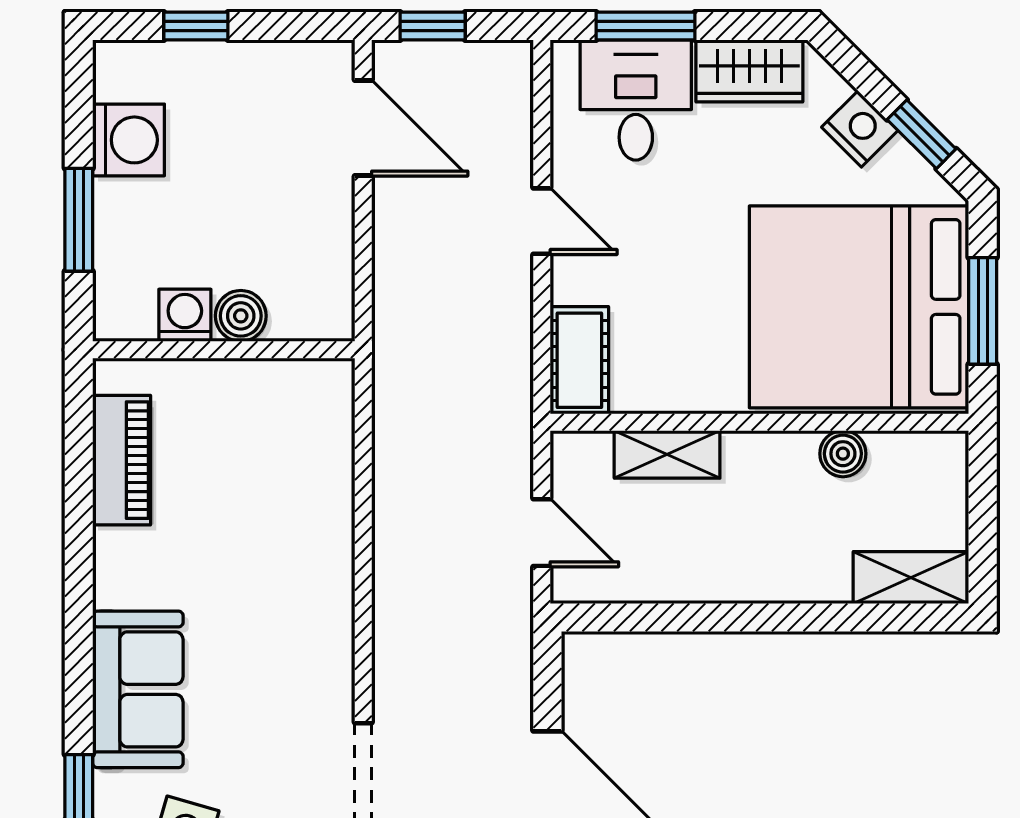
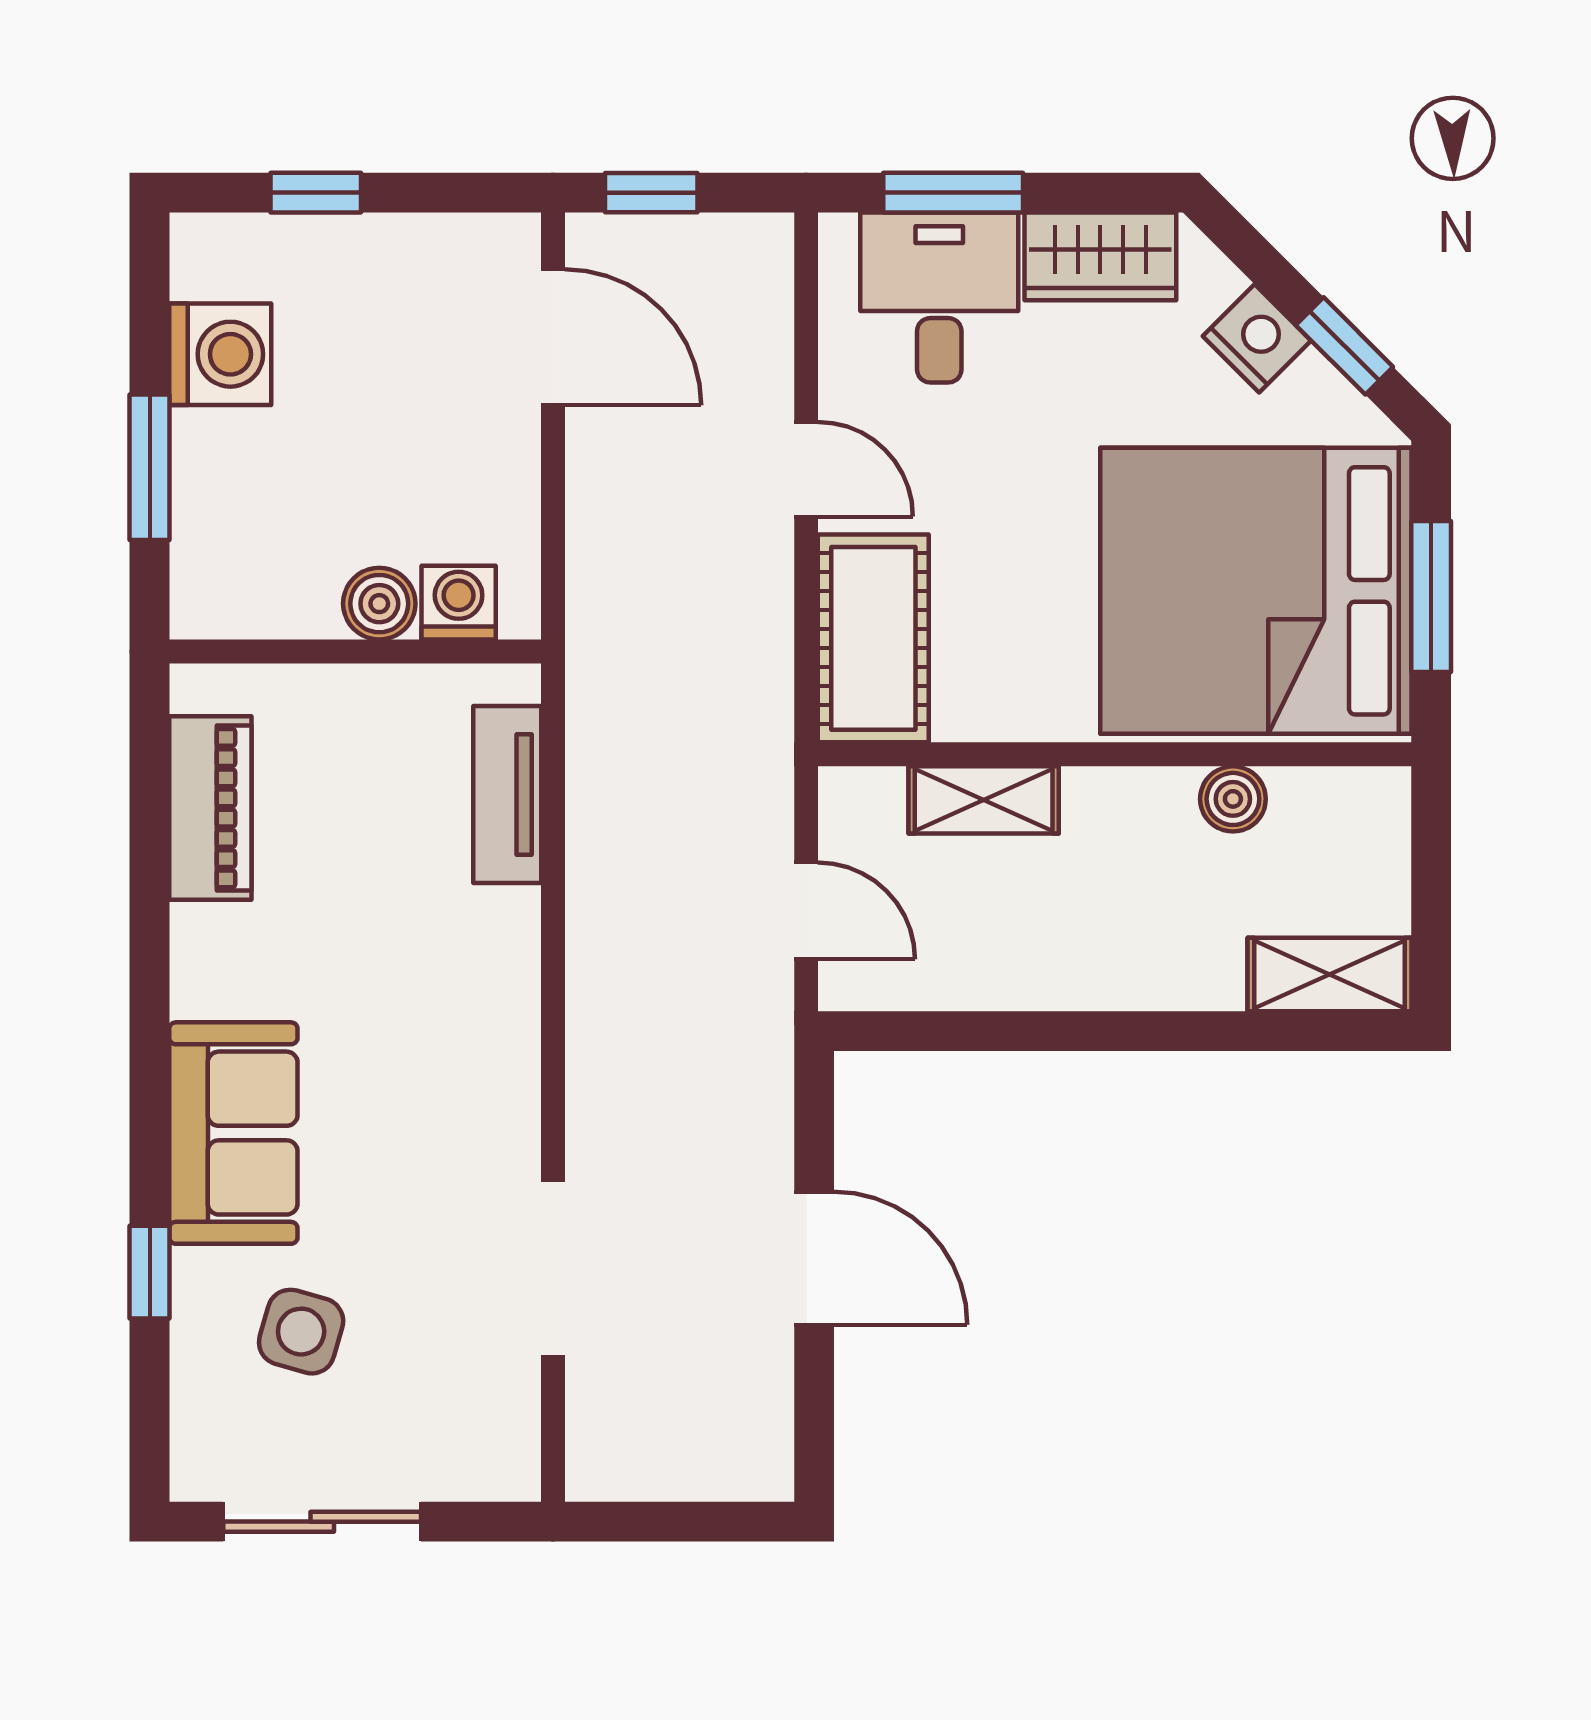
washing machine: (185, 315) -> (459, 603), moved
cot: (579, 360) -> (873, 638), width x1.37, depth x1.34
tv unit: (331, 451) -> (507, 795), added

